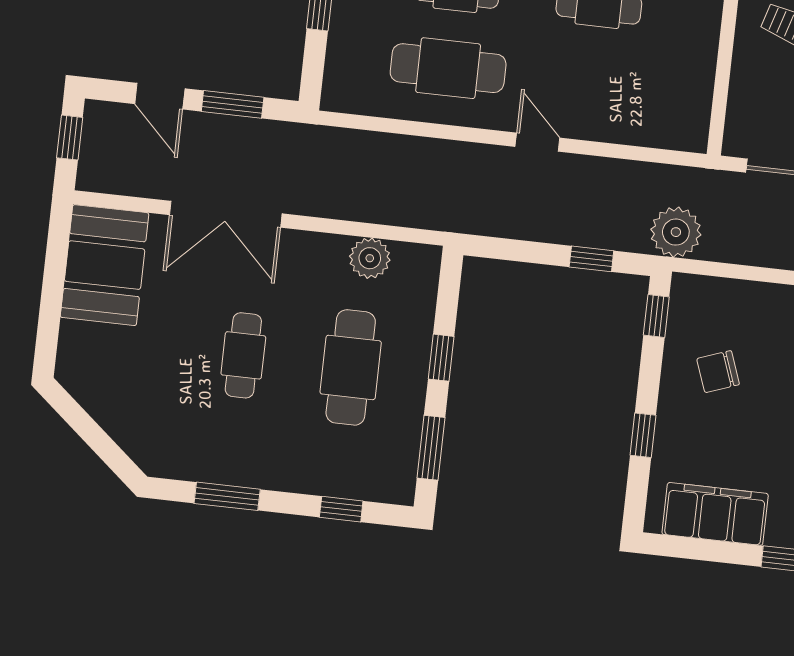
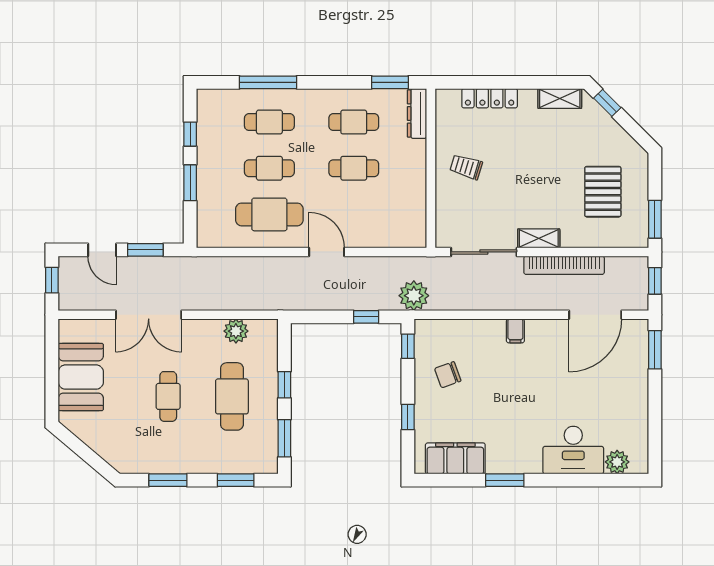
door: (537, 142) -> (327, 252), width x1.38
booth: (105, 265) -> (81, 377), moved
window: (341, 509) -> (236, 480), width x1.50

